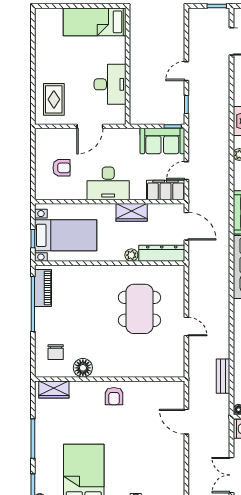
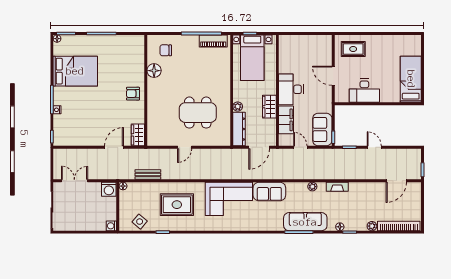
armchair: (61, 168) -> (302, 55), removed
filing cabinet: (166, 190) -> (286, 120), moved
wardrobe: (54, 390) -> (138, 135), moved

